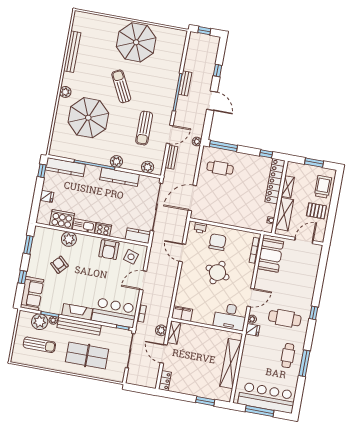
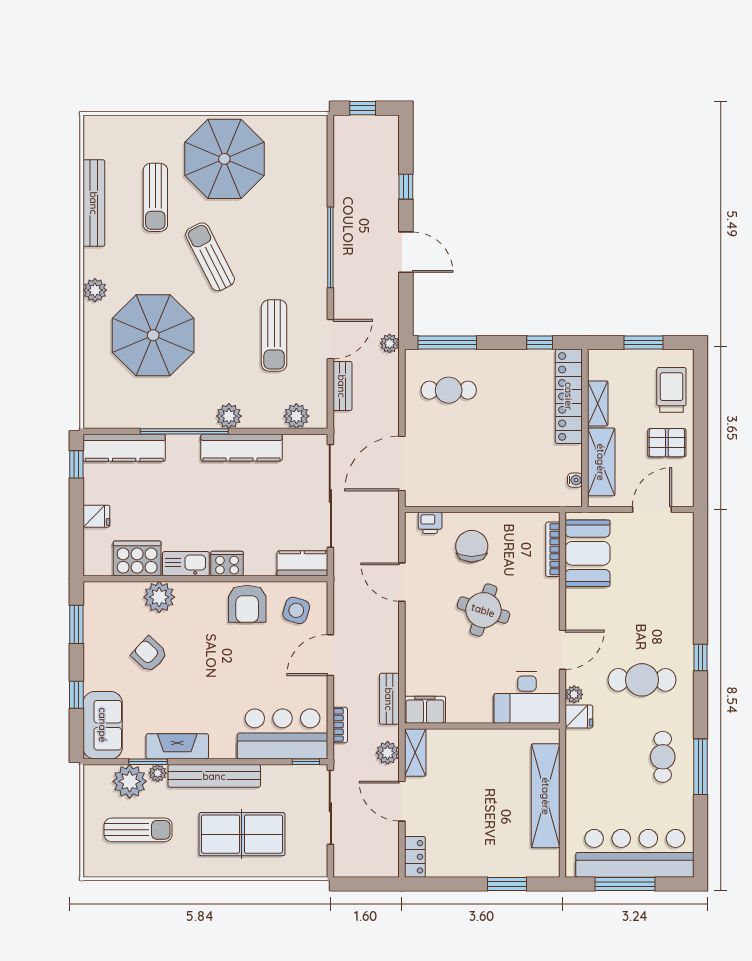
sun lounger: (101, 54) -> (155, 197), added
bench: (185, 83) -> (389, 699), moved
fireplace: (77, 312) -> (177, 746), moved

